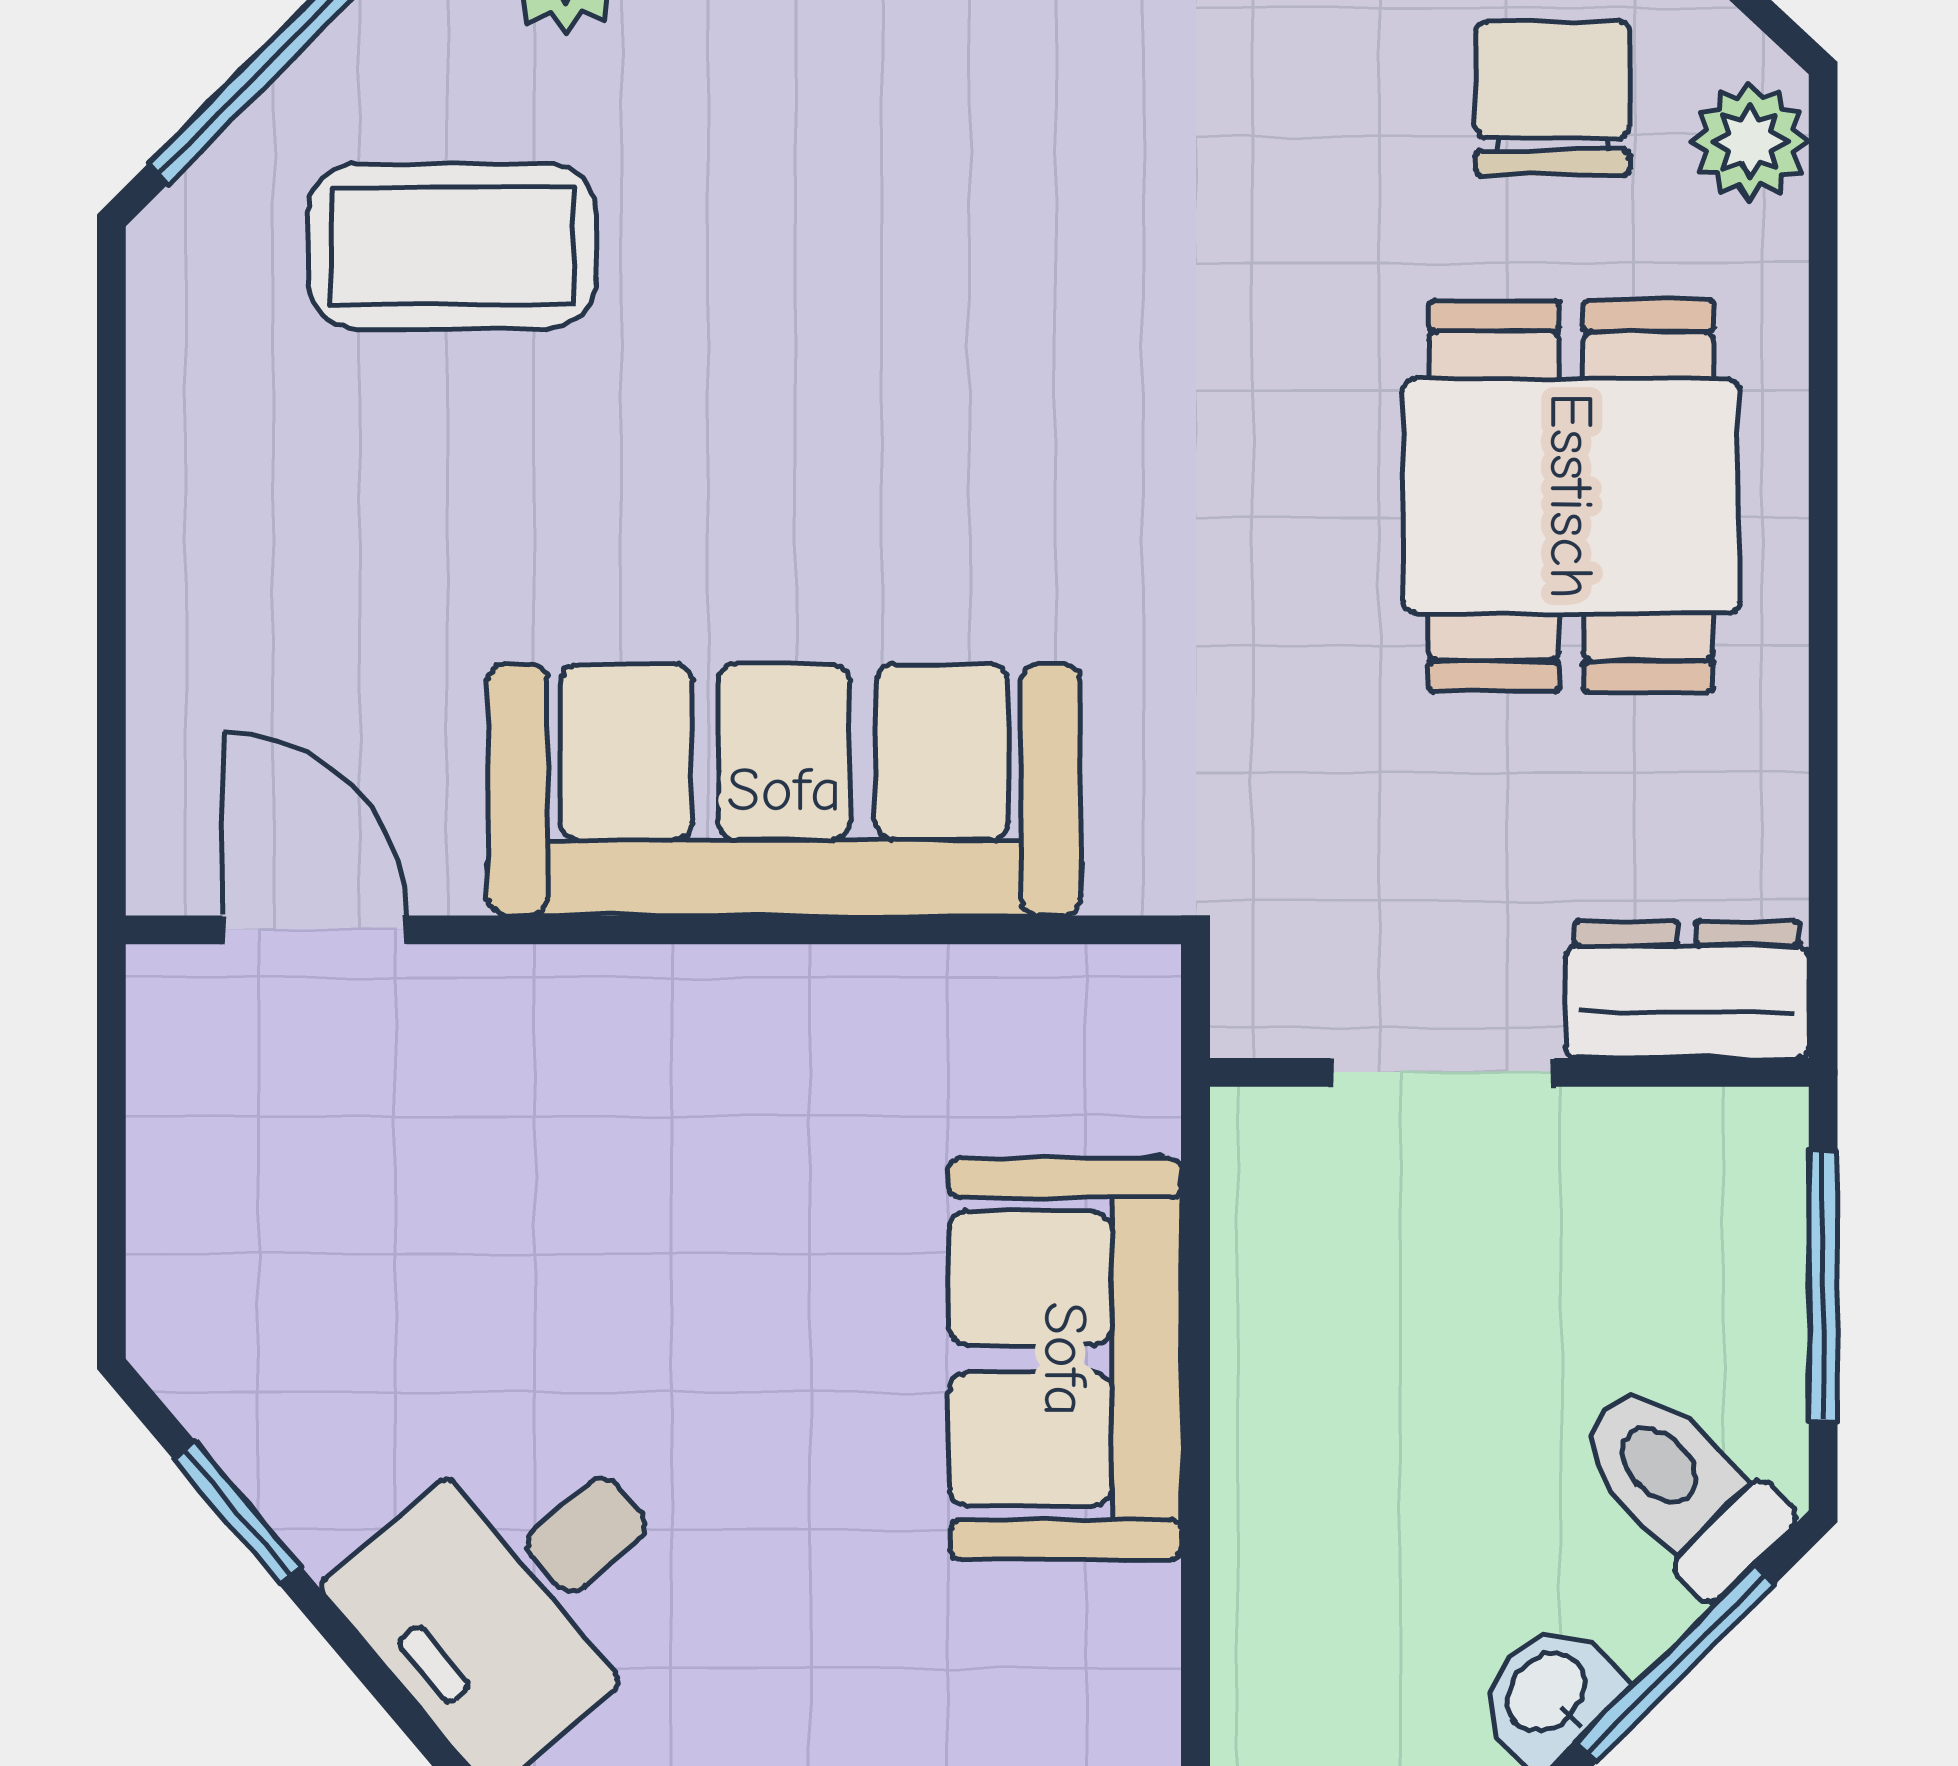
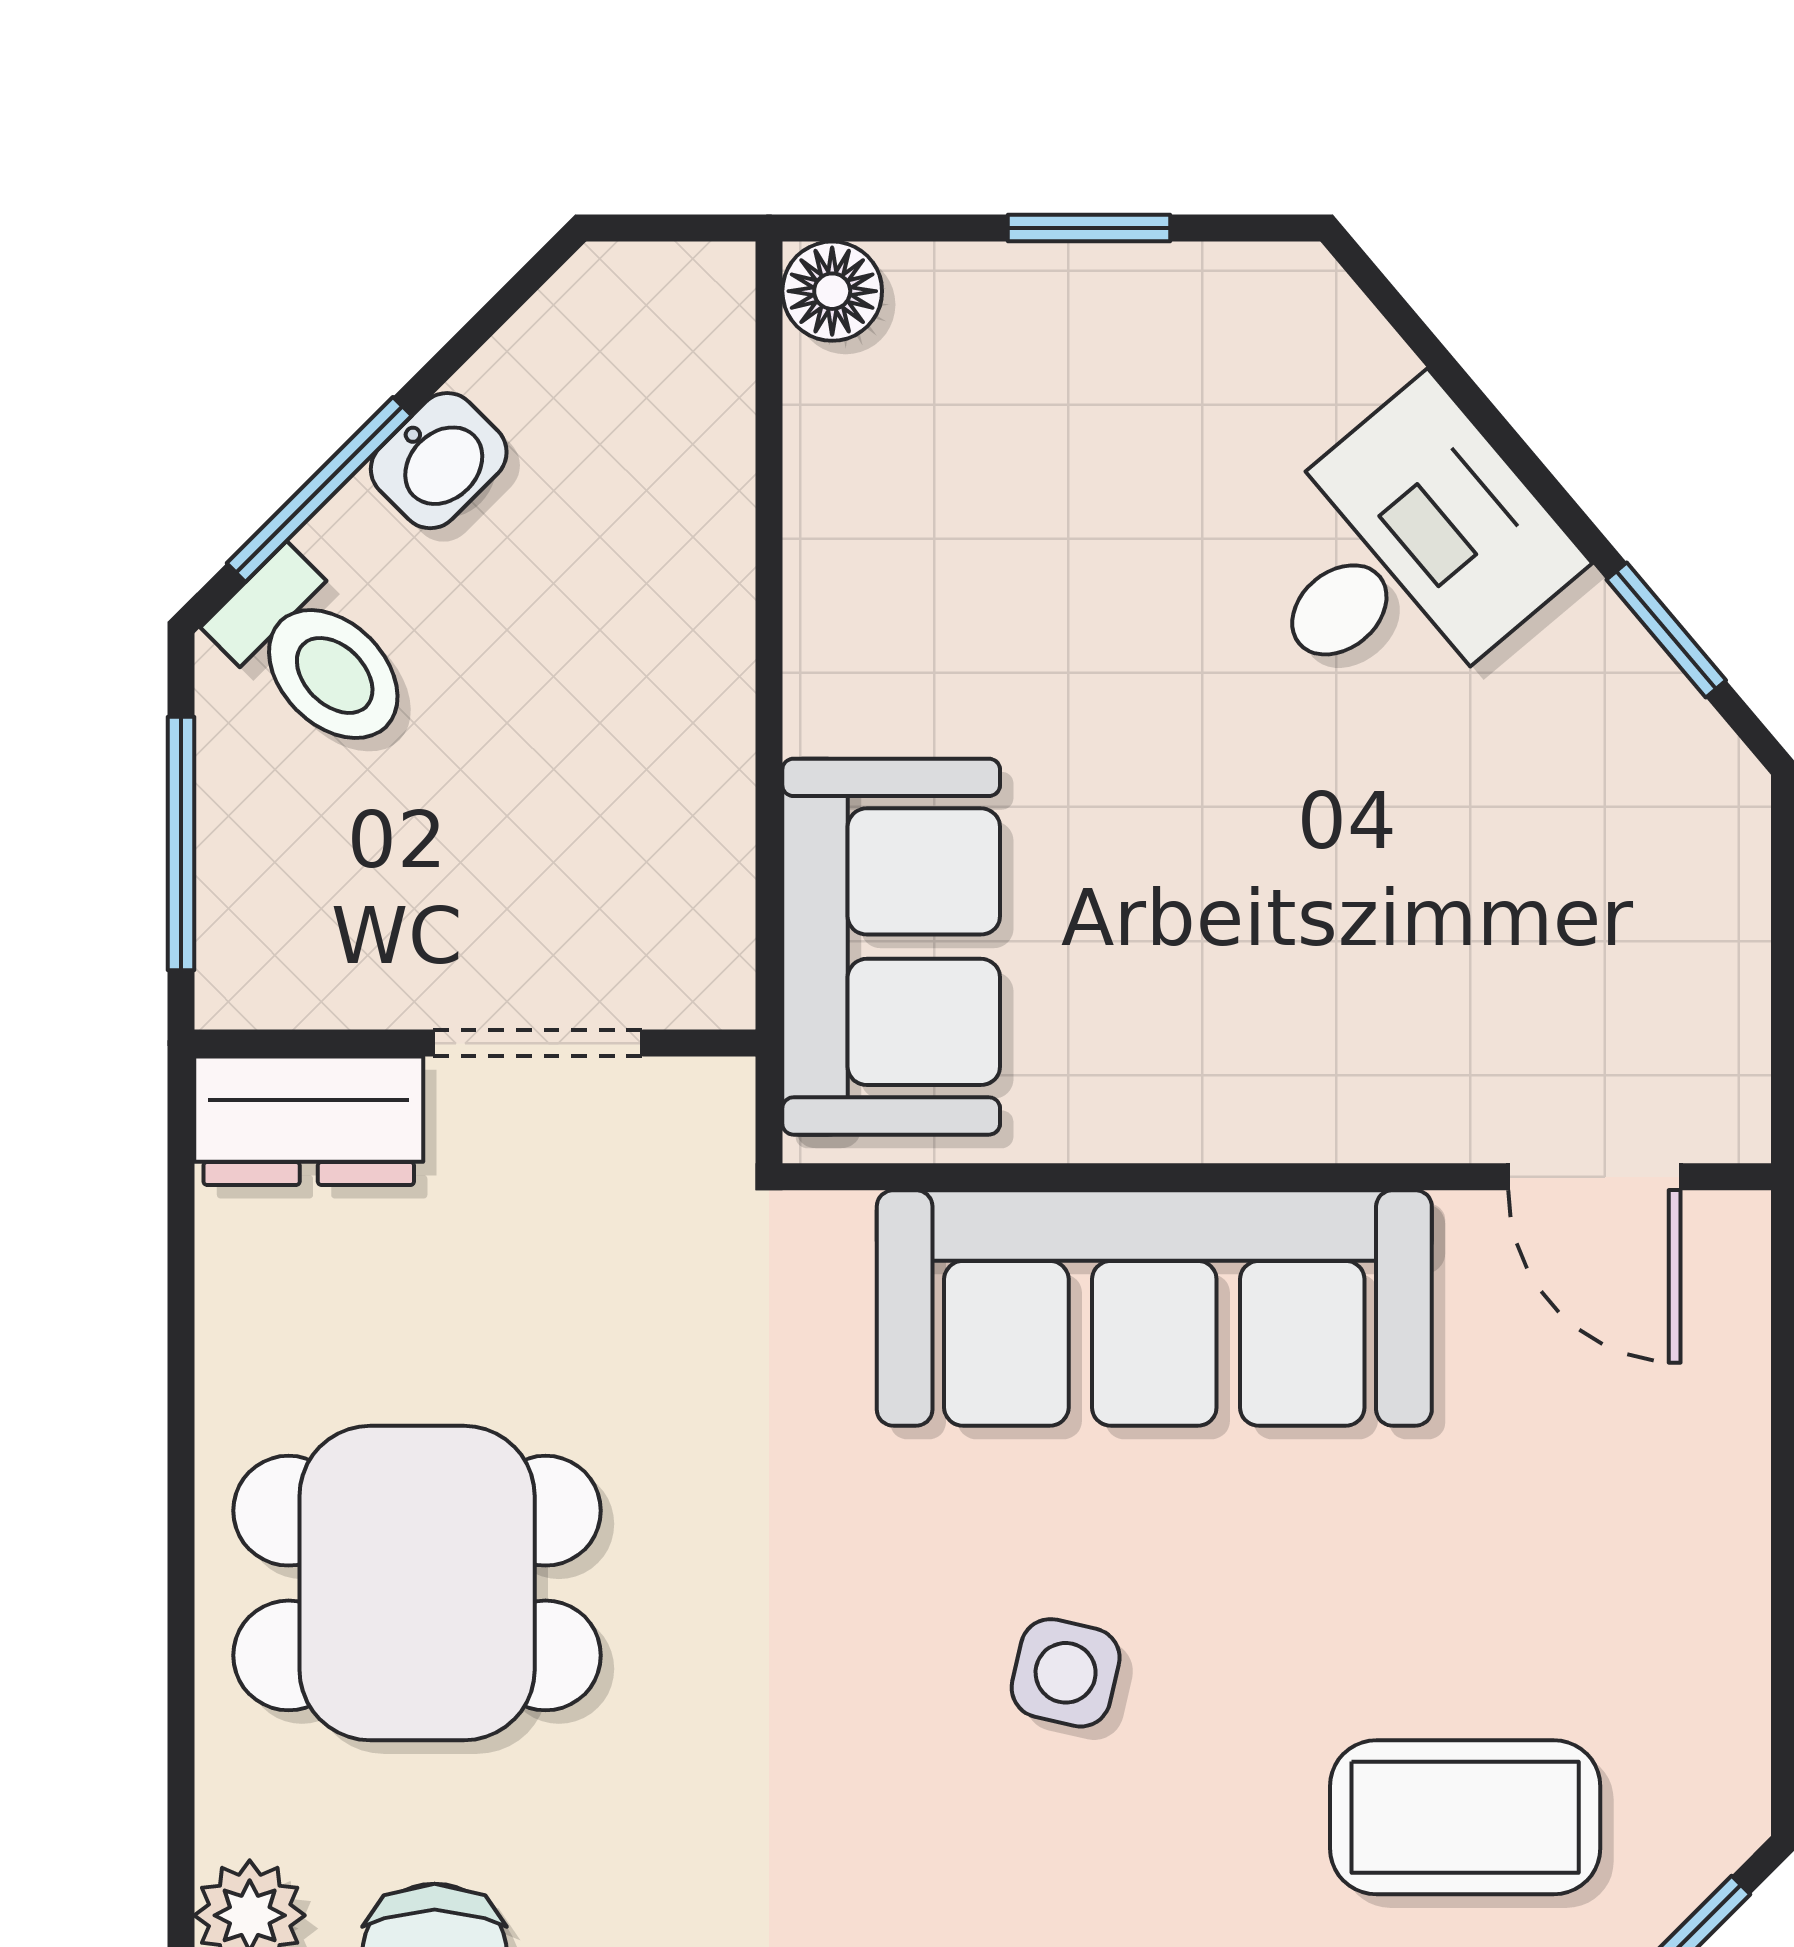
side table: (879, 400) -> (1066, 1673), added
dining table: (1571, 496) -> (417, 1583), turned 90
sofa: (1065, 1359) -> (891, 947), moved

